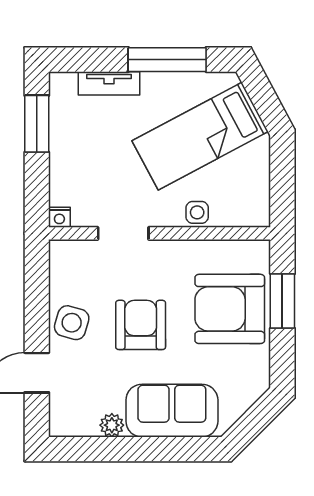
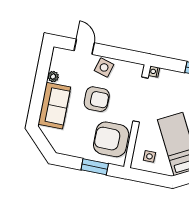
side table: (197, 212) -> (149, 156), moved
doorway: (123, 233) -> (141, 100), width x1.88
armchair: (230, 309) -> (111, 139), moved, turned -90

